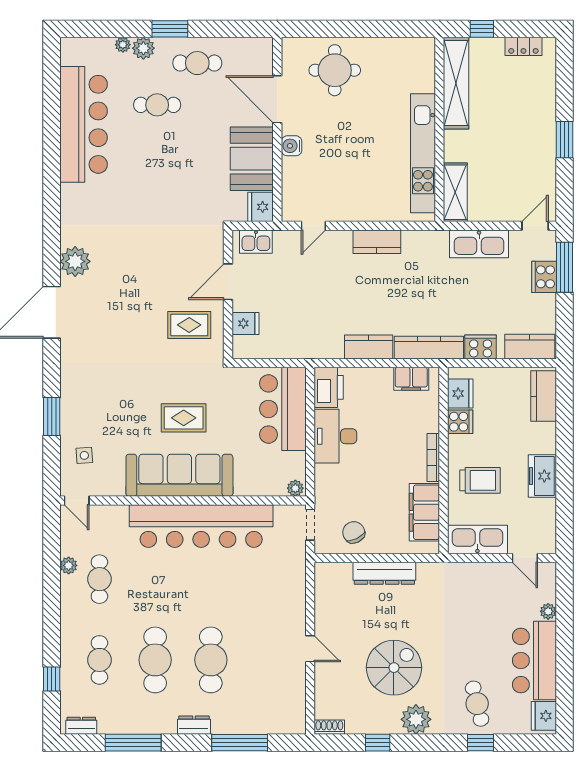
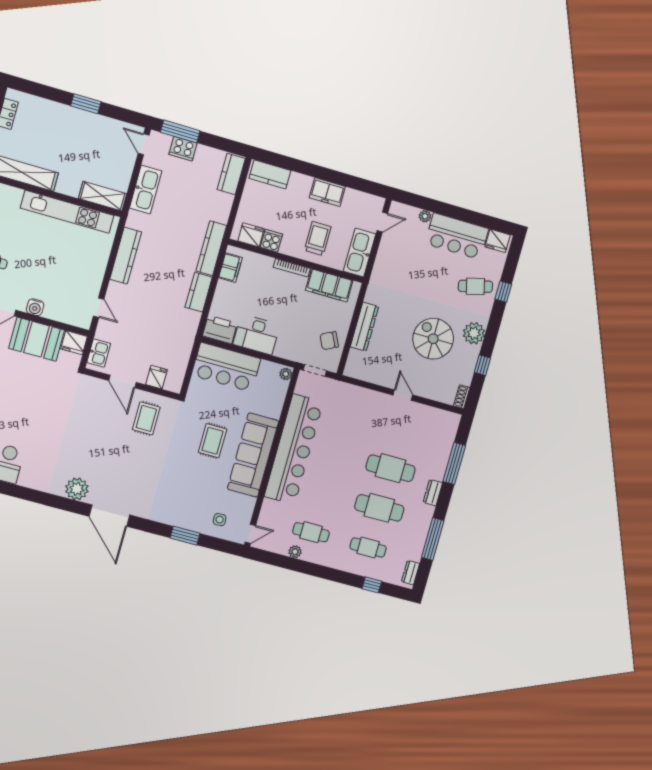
kitchen counter: (377, 242) -> (126, 256), width x1.50
cooker: (481, 347) -> (221, 210), removed
door: (310, 649) -> (403, 395), hinge flipped

